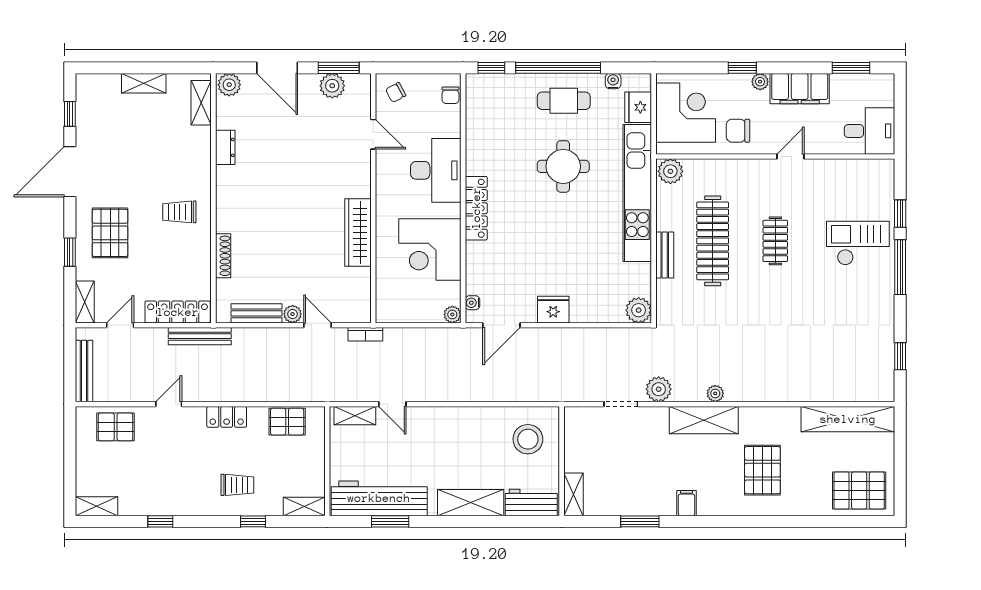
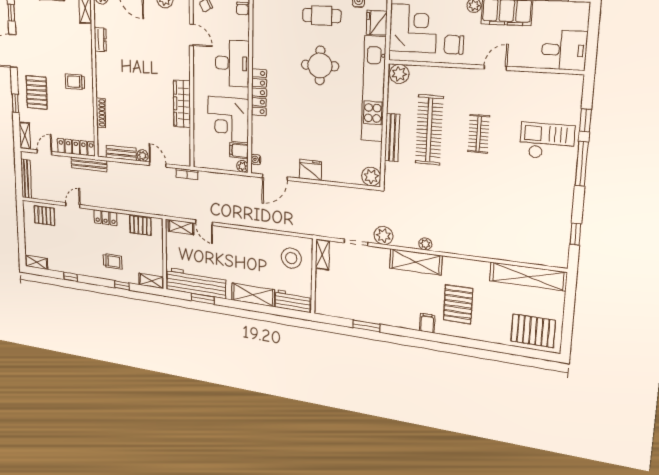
bench: (665, 255) -> (392, 138), width x1.36
filing cabinet: (447, 293) -> (239, 151), added
shelving: (574, 494) -> (322, 255), moved
filing cabinet: (687, 503) -> (427, 323), moved

